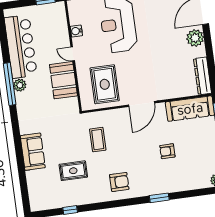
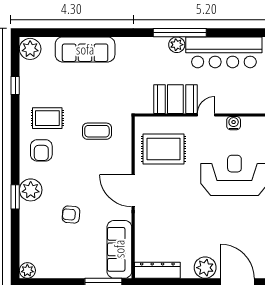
armchair: (167, 151) -> (71, 215), turned -85
sofa: (33, 152) -> (85, 49), width x1.36
rug: (73, 171) -> (47, 118), moved, turned 90
plant: (152, 186) -> (31, 190), added
plant: (39, 202) -> (30, 49), added

